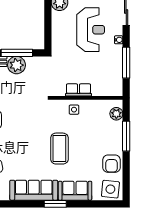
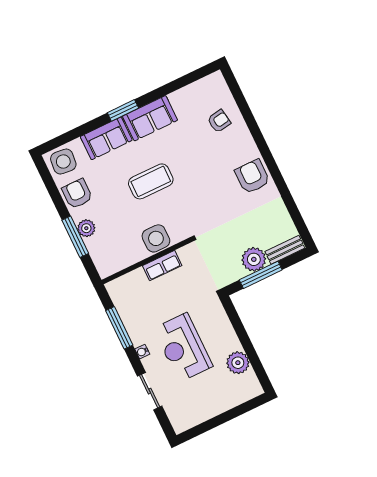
side table: (74, 110) -> (156, 238), width x1.87, depth x1.87
plant: (116, 114) -> (86, 228), moved
coffee table: (59, 149) -> (151, 181), turned 90
sofa: (34, 190) -> (150, 118), width x0.73

